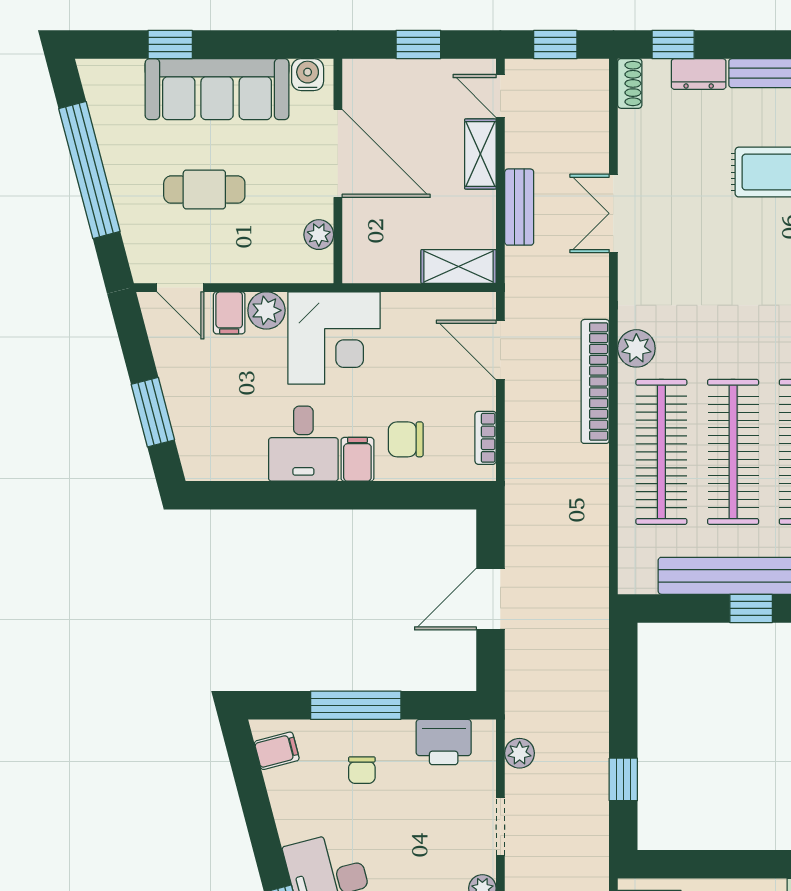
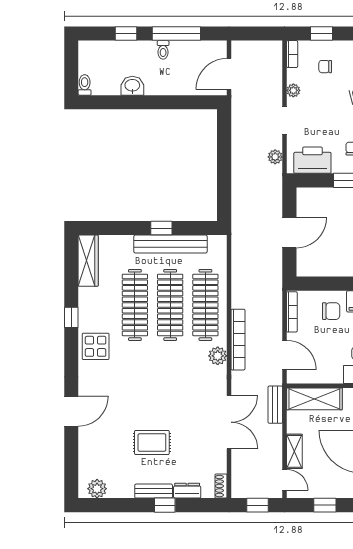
window: (673, 44) -> (165, 505), moved
bench: (519, 207) -> (275, 405), moved
double door: (613, 213) -> (229, 422), width x1.37
shelving: (459, 266) -> (314, 399), width x1.50, depth x1.33
bookcase: (486, 438) -> (292, 312), width x1.56
printer: (444, 742) -> (312, 160), width x1.37, depth x1.19
window: (623, 779) -> (224, 144), removed

